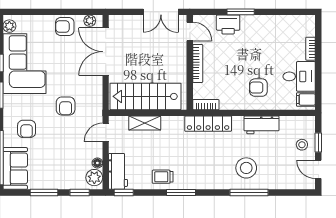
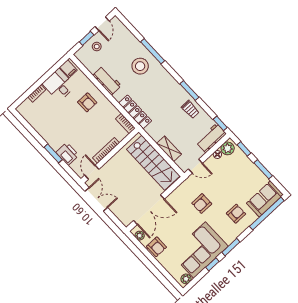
armchair: (66, 106) -> (202, 203), turned 180

